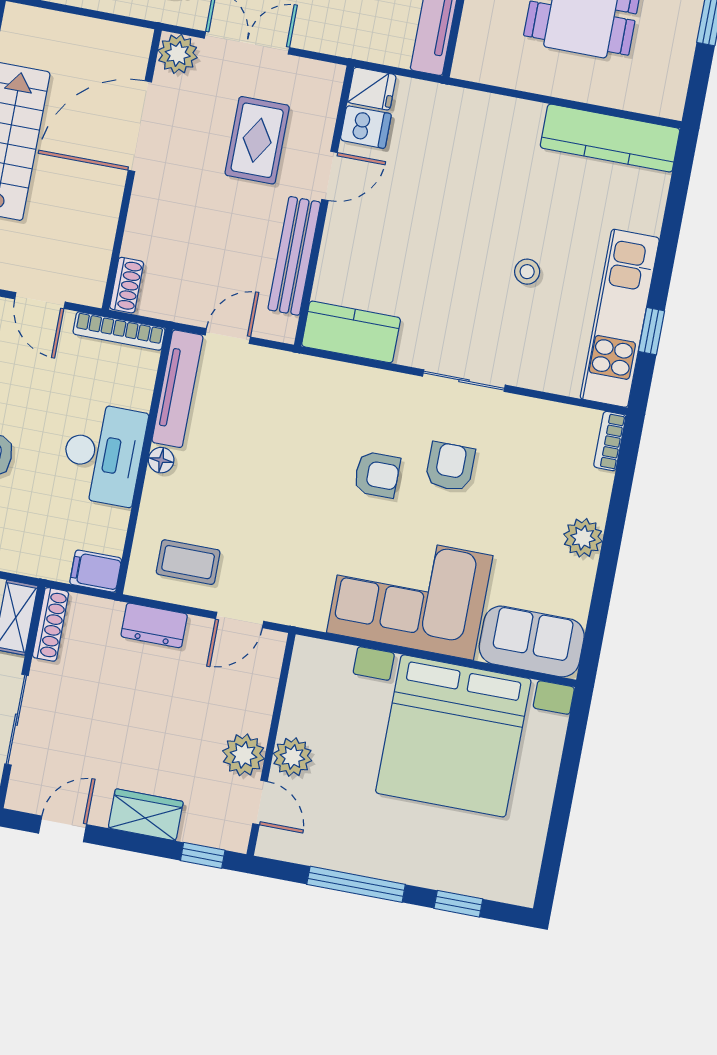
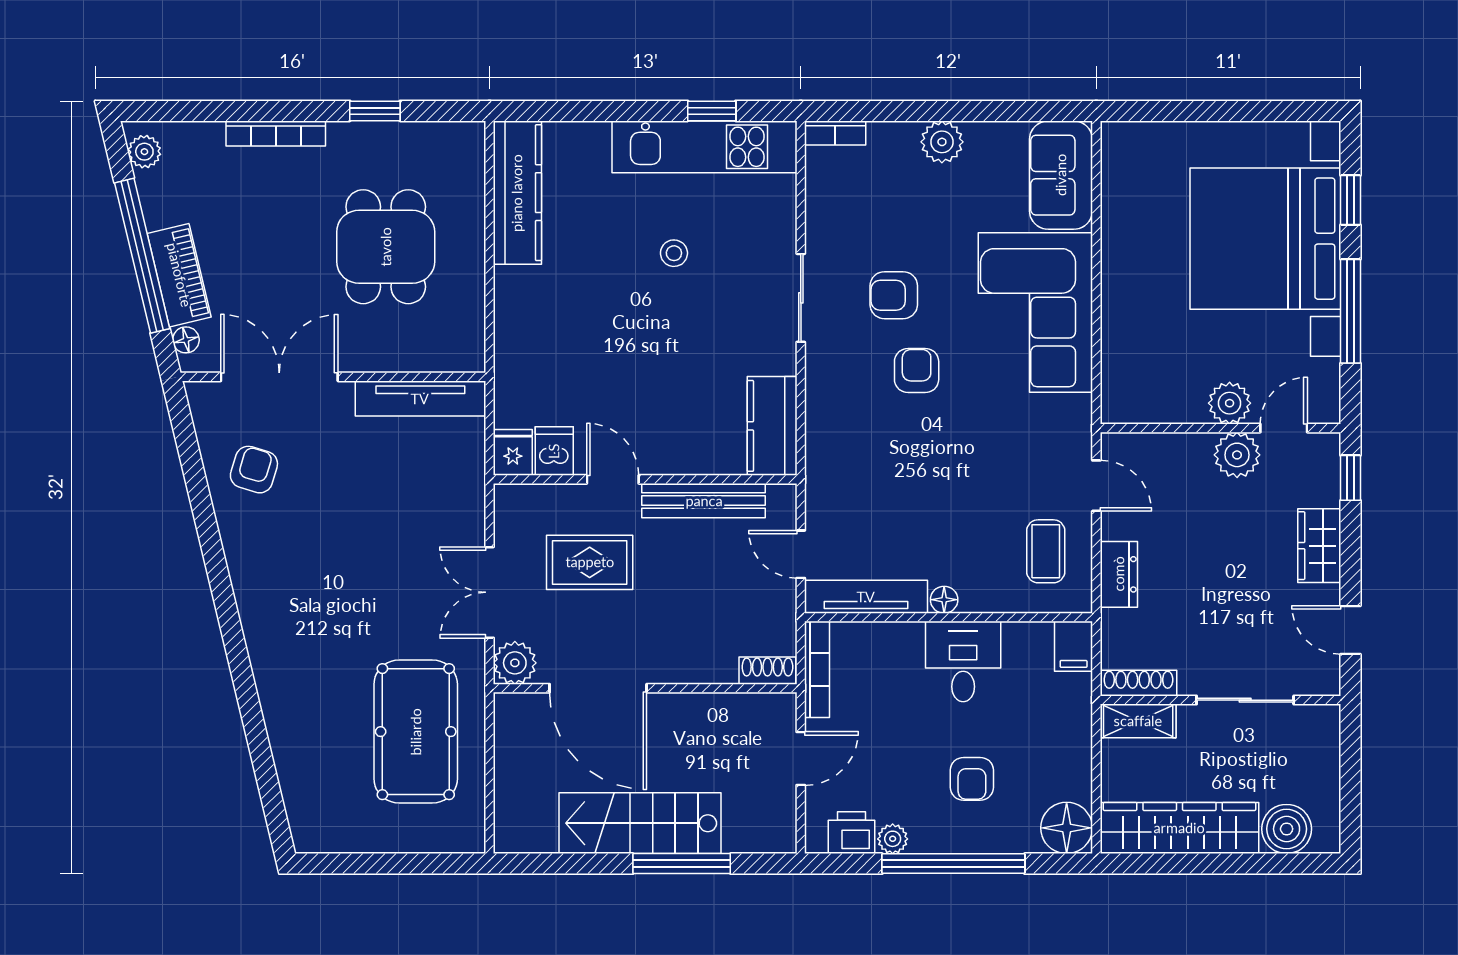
desk: (103, 454) -> (963, 662), width x0.73
bed with nightstands: (453, 736) -> (1265, 239), moved, turned 180

